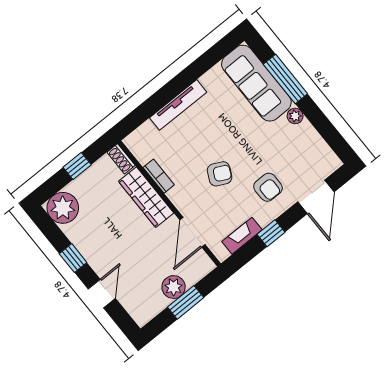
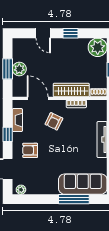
plant: (295, 116) -> (21, 190), moved
armchair: (220, 174) -> (54, 121), moved

